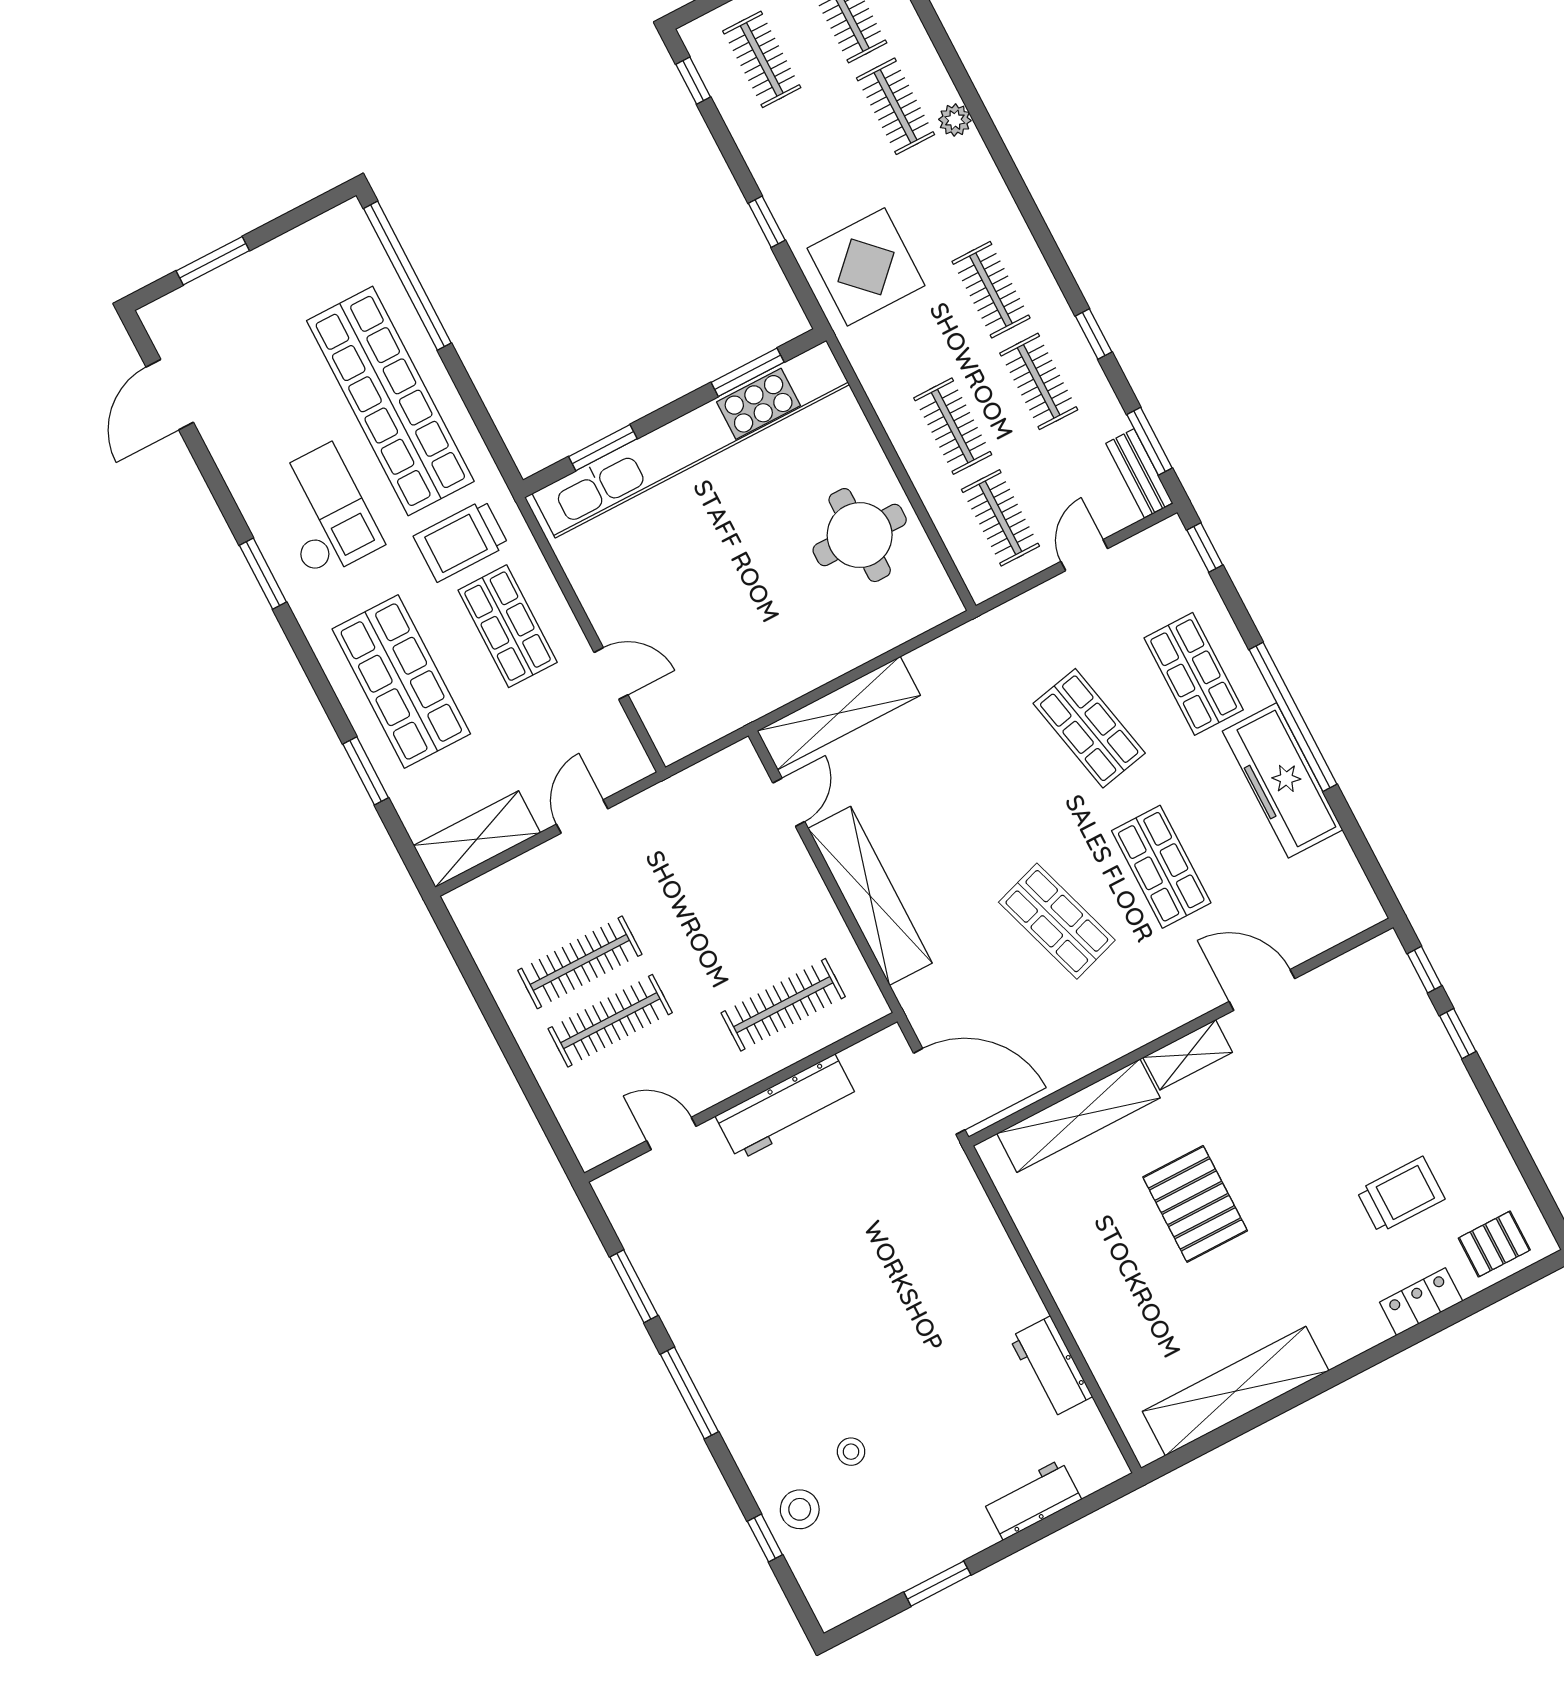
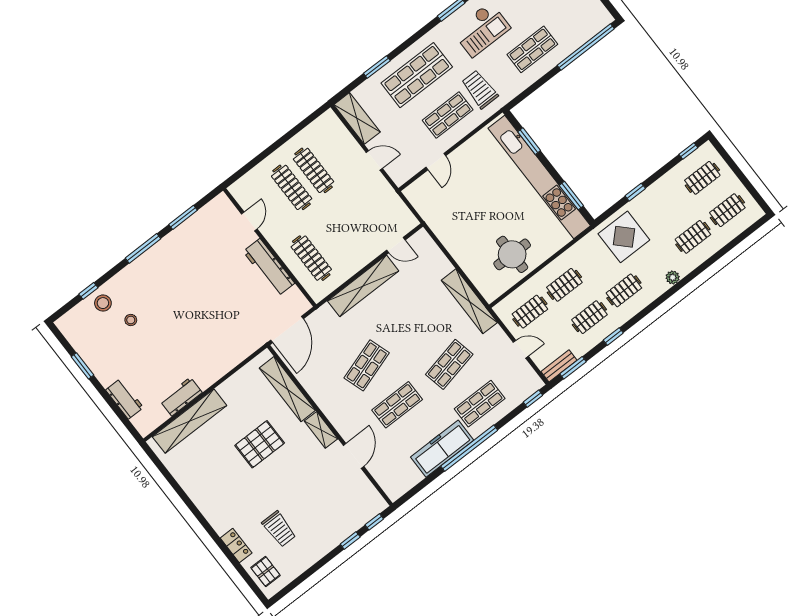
plant: (955, 120) -> (673, 277), moved
shop shelf: (390, 401) -> (532, 49), width x0.50, depth x0.74
shelving: (839, 713) -> (469, 301), moved
shelving: (1236, 1391) -> (190, 421), moved, turned 90

